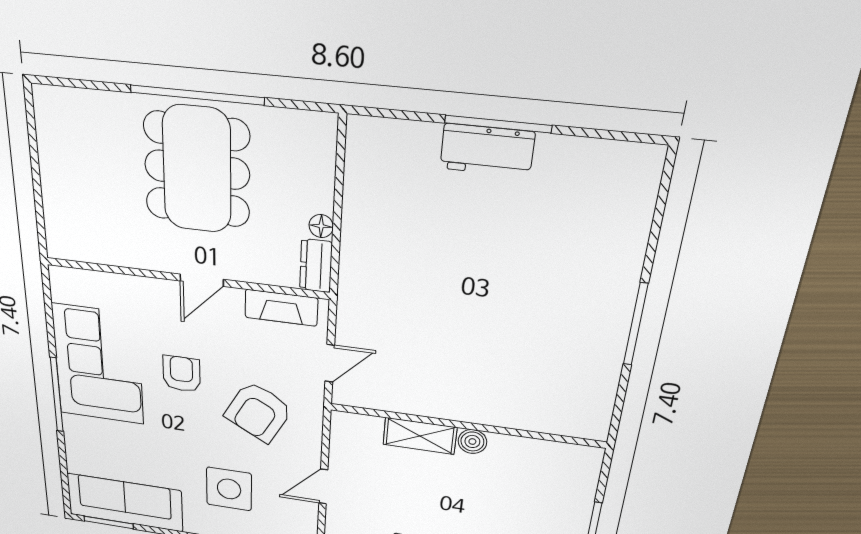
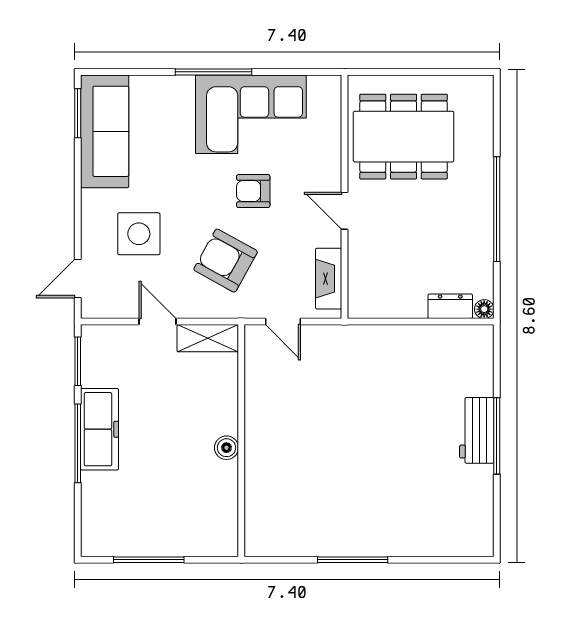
dining table: (197, 170) -> (404, 137), moved
floor lamp: (321, 226) -> (484, 309), moved
dresser: (316, 266) -> (450, 306), moved
armchair: (182, 374) -> (253, 191), turned 180
shelving: (420, 436) -> (208, 338), moved, turned 90

